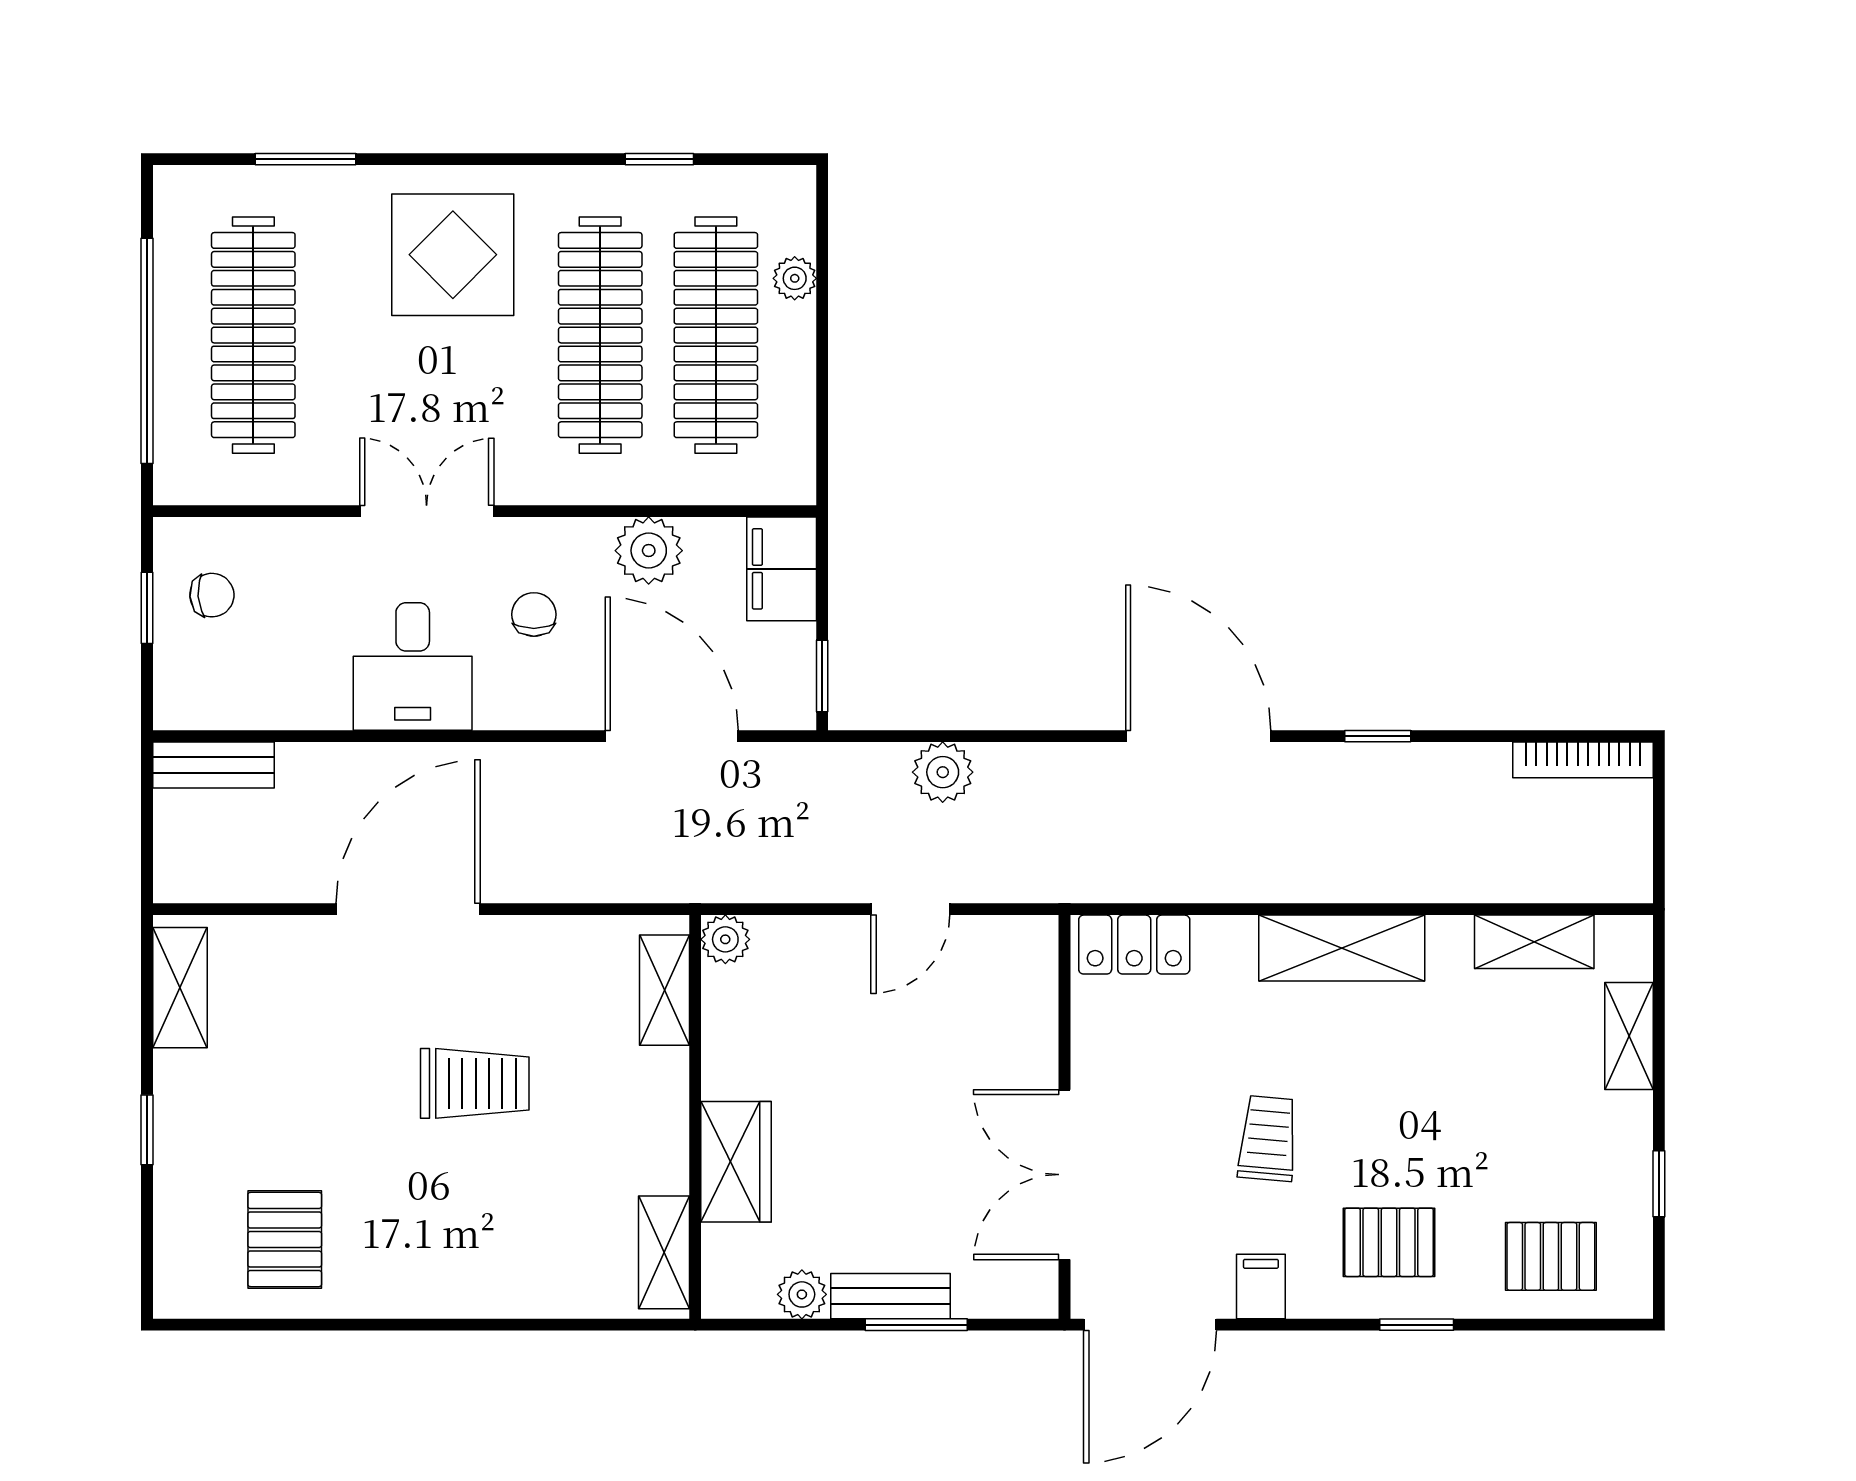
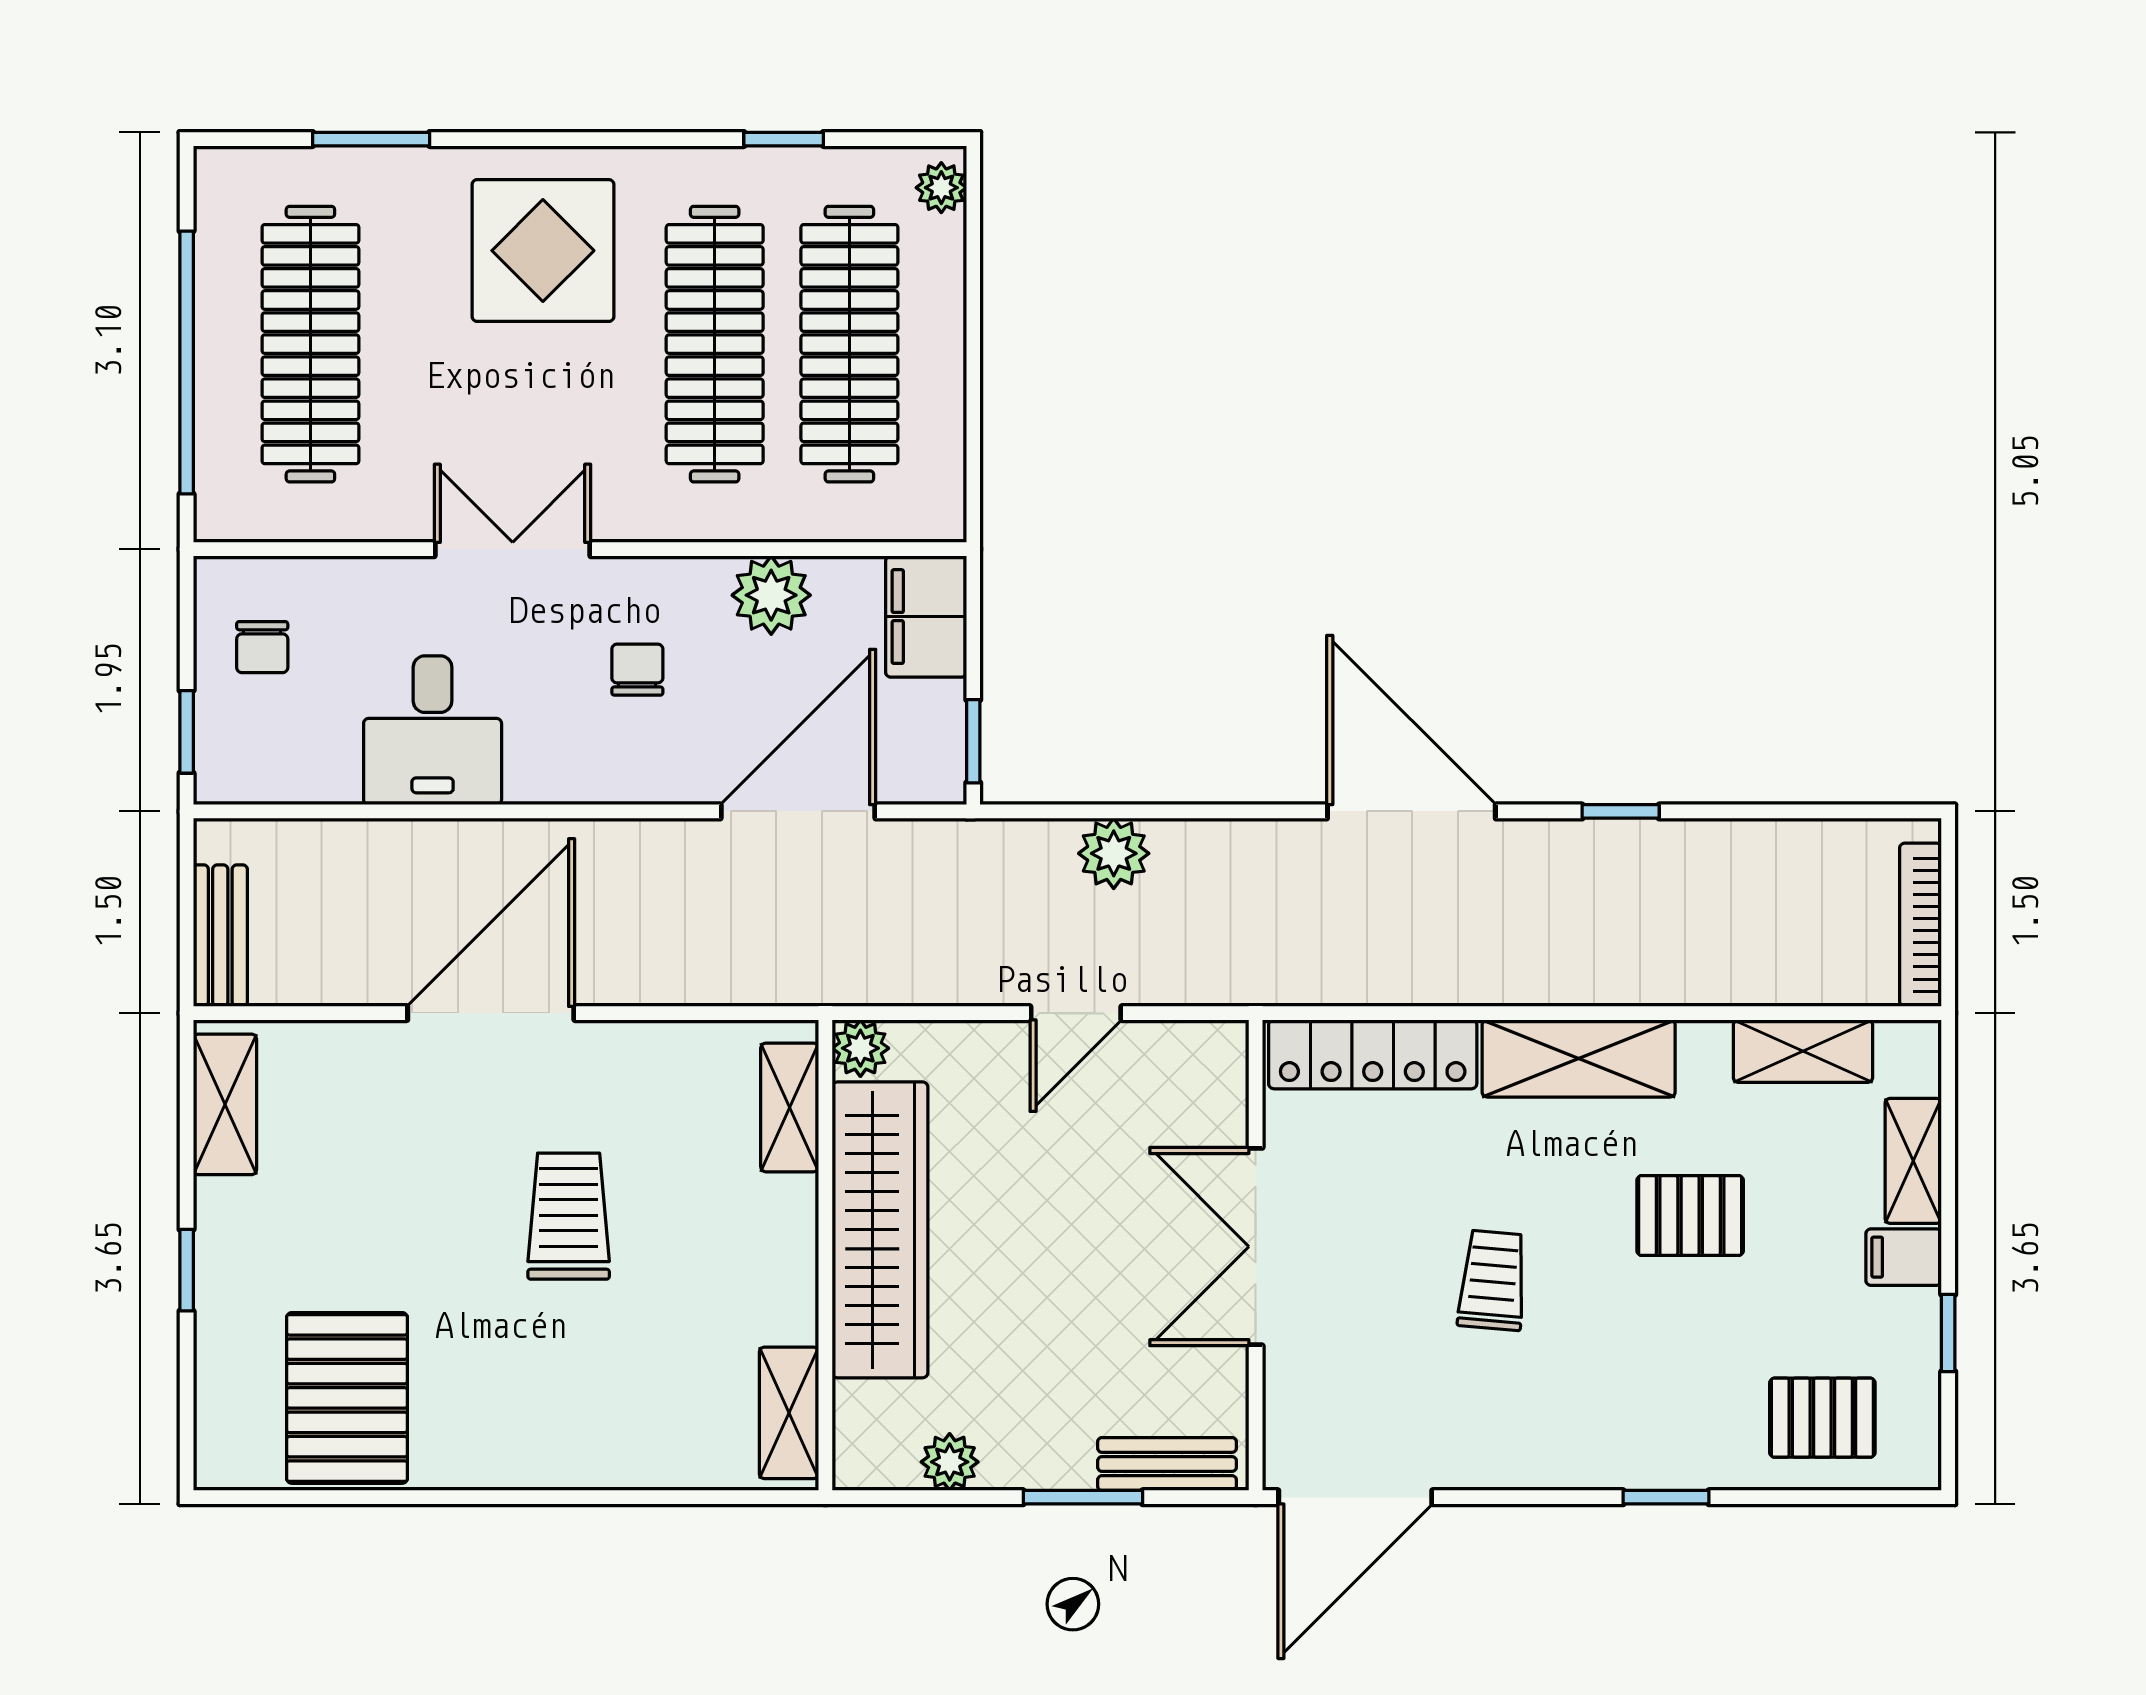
plant: (795, 278) -> (941, 188), moved
chair: (212, 595) -> (262, 647), turned 94
window: (147, 608) -> (187, 732), moved
desk: (413, 666) -> (433, 730), moved
door: (672, 736) -> (798, 811), hinge flipped
bookcase: (1583, 760) -> (1921, 925), moved, turned 90
bench: (213, 765) -> (220, 936), moved, turned 90
locker: (1134, 945) -> (1373, 1054), width x1.53
trolley: (475, 1083) -> (569, 1216), turned -90
wardrobe: (736, 1162) -> (880, 1230), width x2.10, depth x1.17
double door: (1065, 1175) -> (1256, 1247), moved
pallet: (285, 1240) -> (347, 1398), width x1.50, depth x1.42
pallet: (1389, 1242) -> (1690, 1216), moved
filing cabinet: (1261, 1286) -> (1904, 1257), moved, turned -90
bench: (891, 1296) -> (1167, 1464), moved

